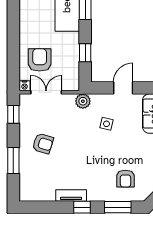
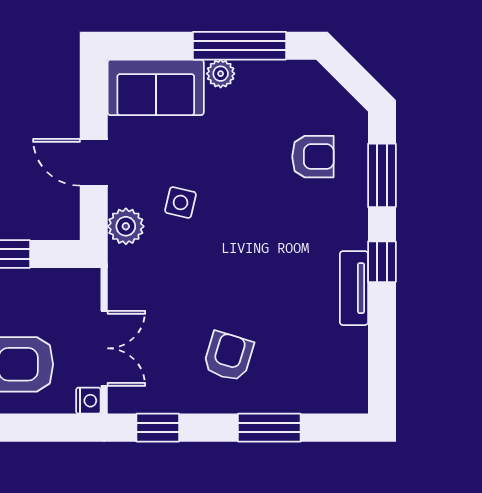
double door: (46, 92) -> (104, 348), swing flipped
plant: (83, 101) -> (126, 226), moved

